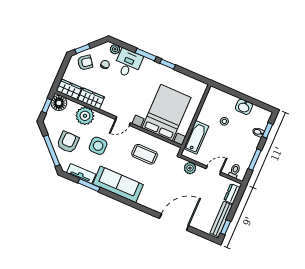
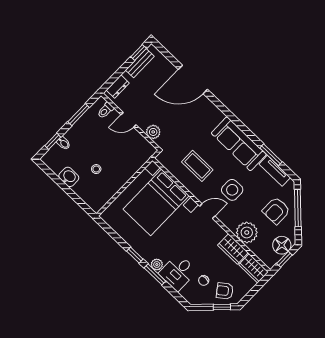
plant: (115, 49) -> (157, 265), moved
floor lamp: (59, 103) -> (282, 245), moved
bathtub: (196, 137) -> (134, 163), removed
side table: (98, 146) -> (232, 190), moved
bench: (221, 219) -> (140, 63), width x0.73

